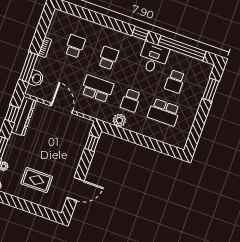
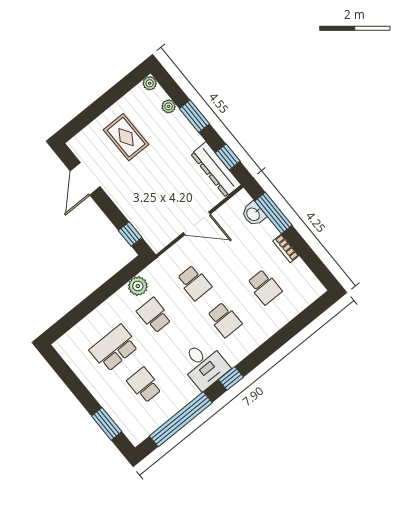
desk: (153, 58) -> (204, 365), moved
school desk: (97, 89) -> (194, 283), width x0.54
rug: (37, 180) -> (126, 137), turned 90

